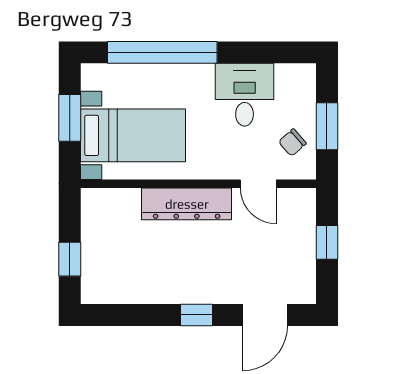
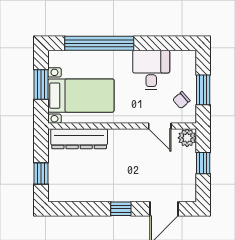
plant: (302, 202) -> (187, 138), added
dresser: (187, 204) -> (79, 139), moved

